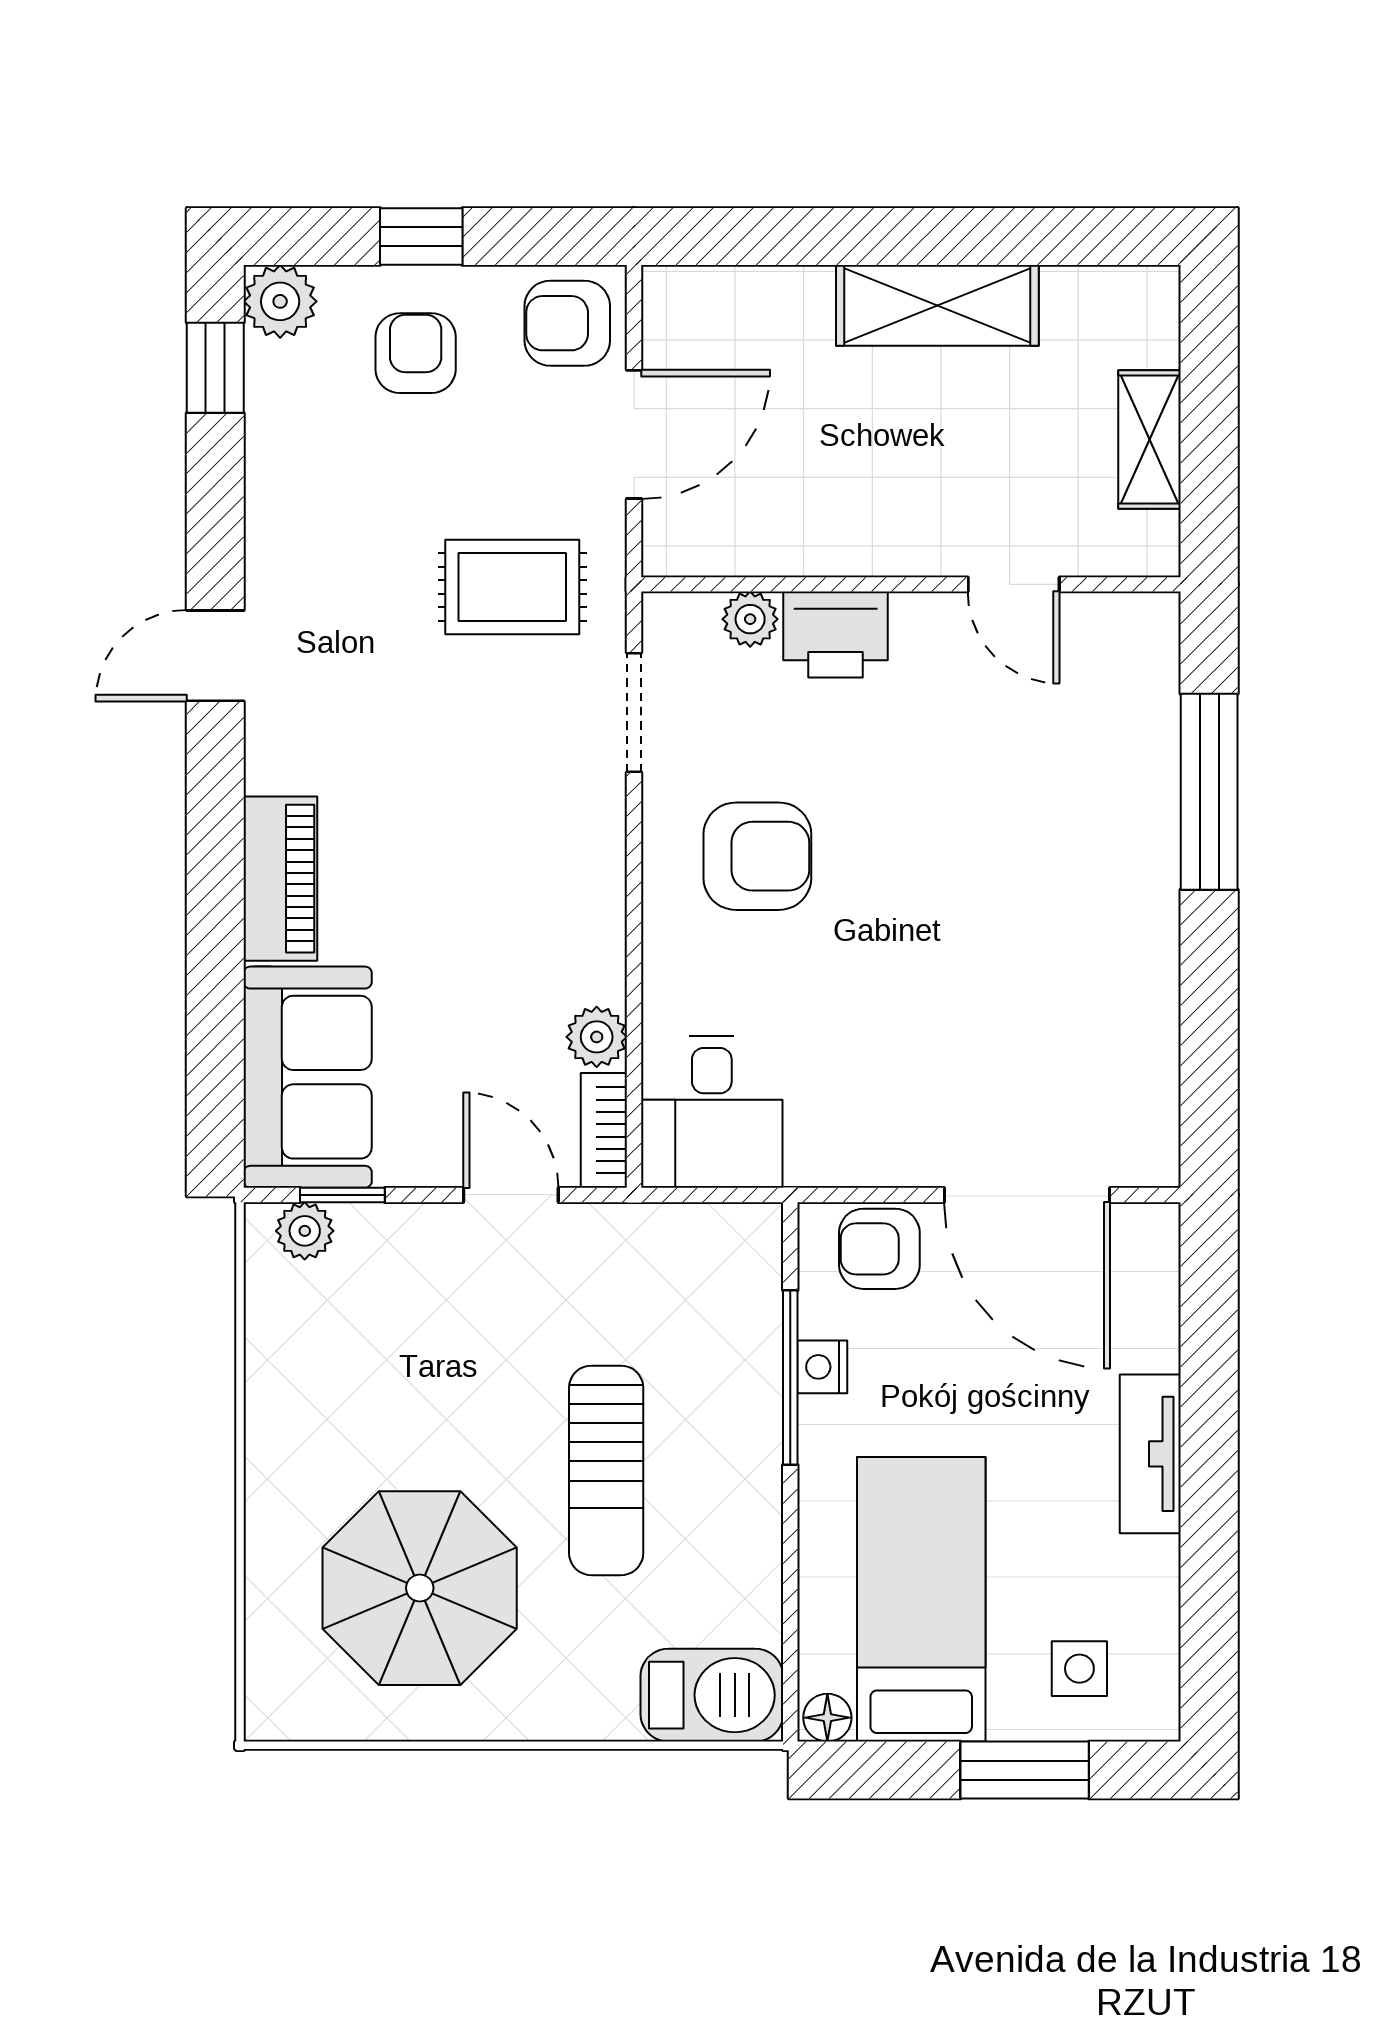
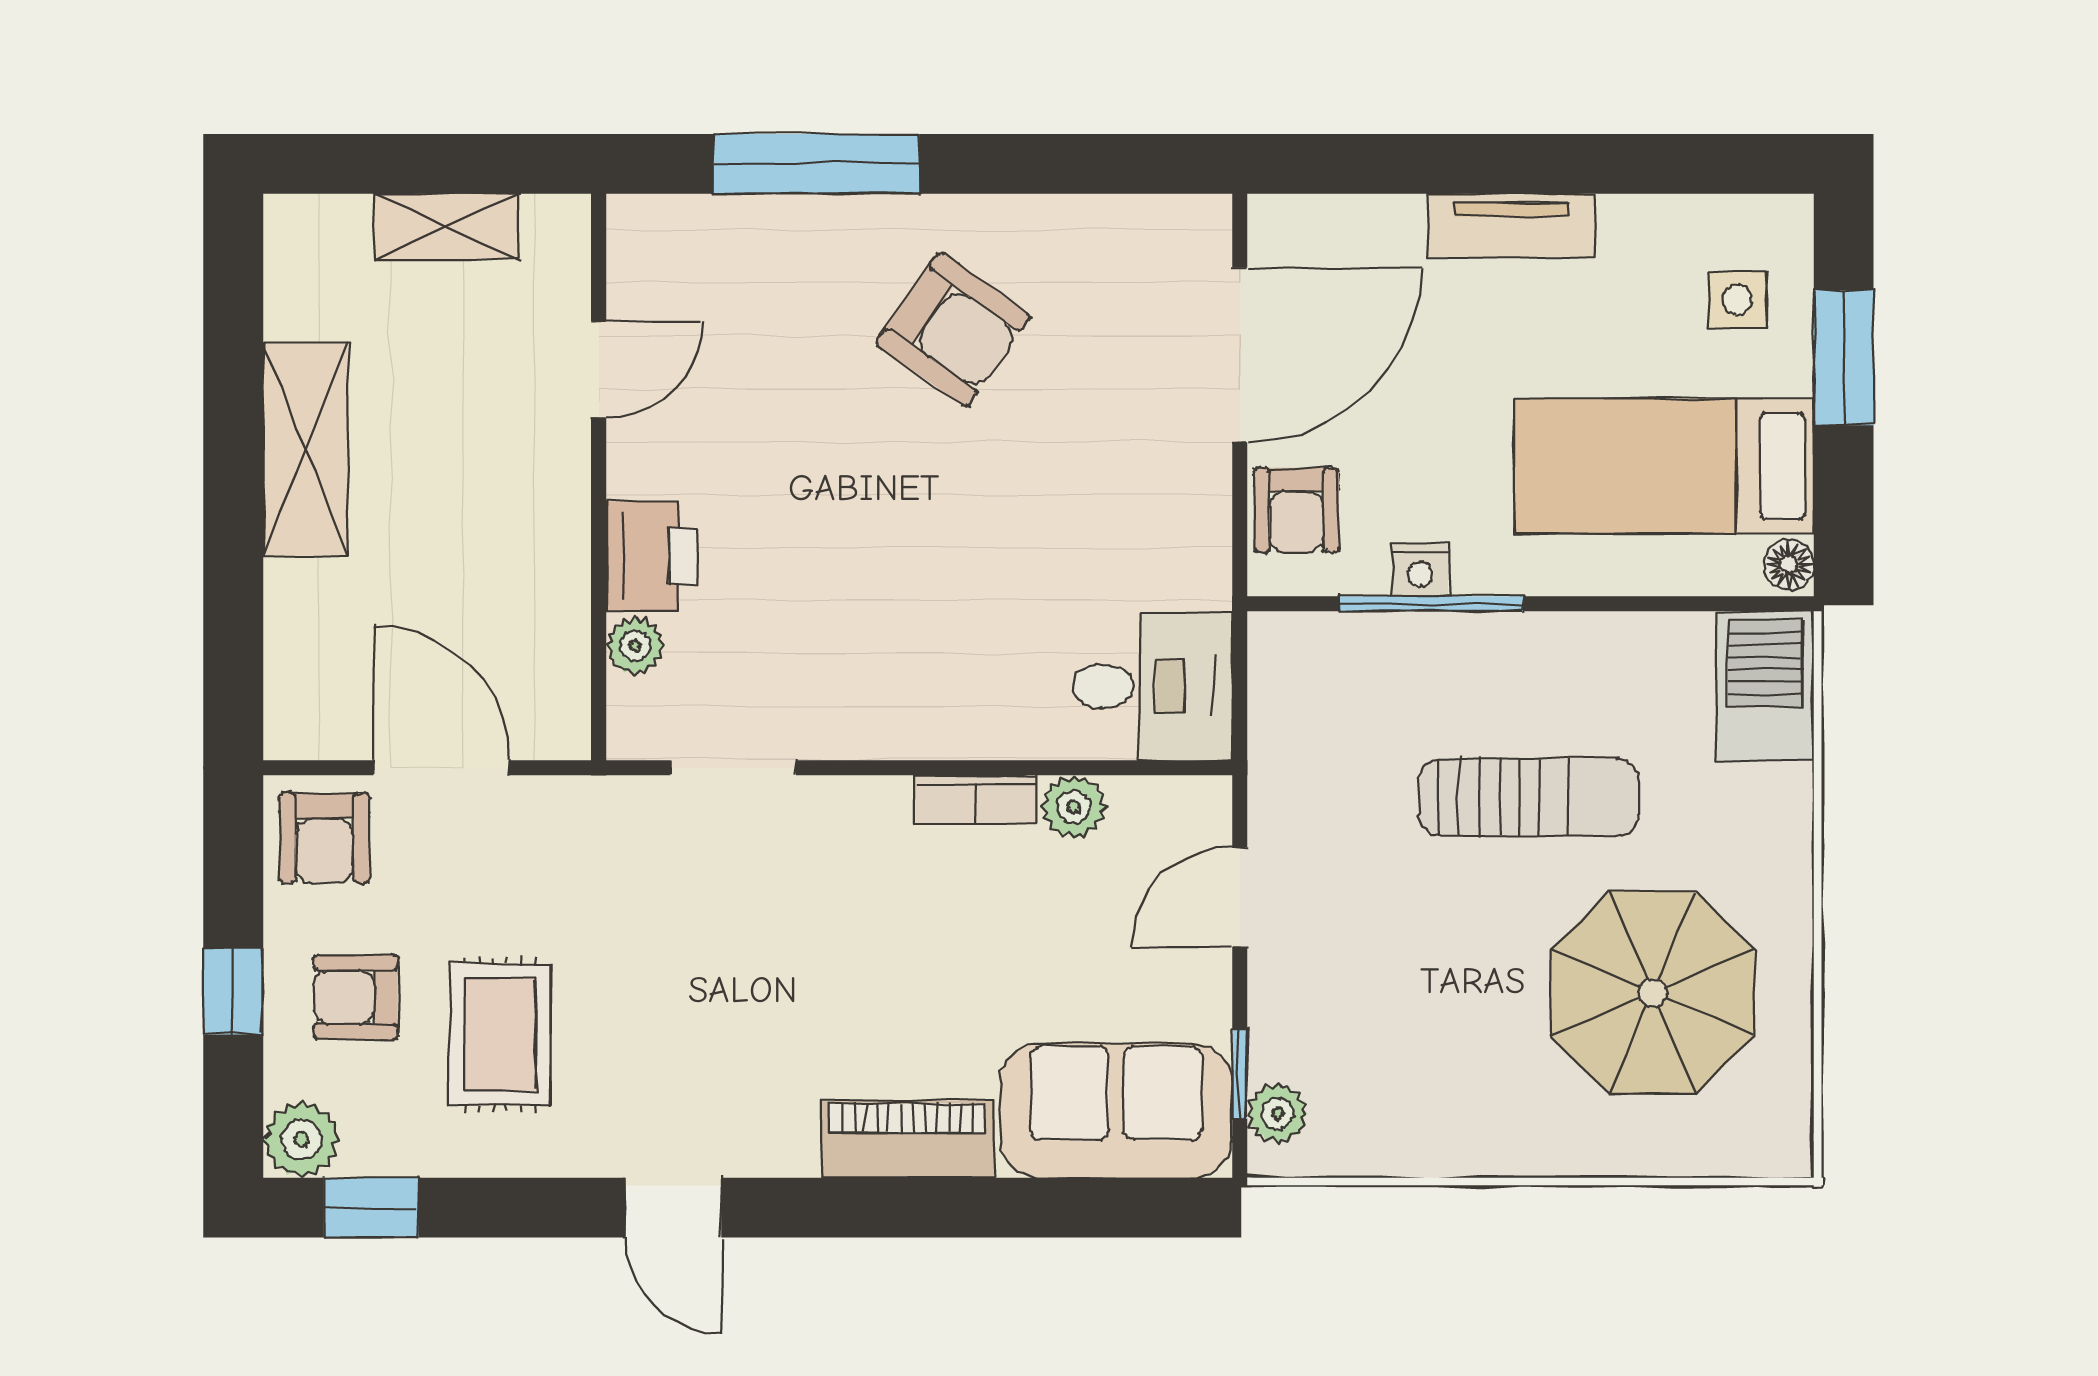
rug: (512, 587) -> (500, 1034), moved
armchair: (757, 856) -> (953, 330), moved, turned 125
bookcase: (604, 1130) -> (976, 799), moved

